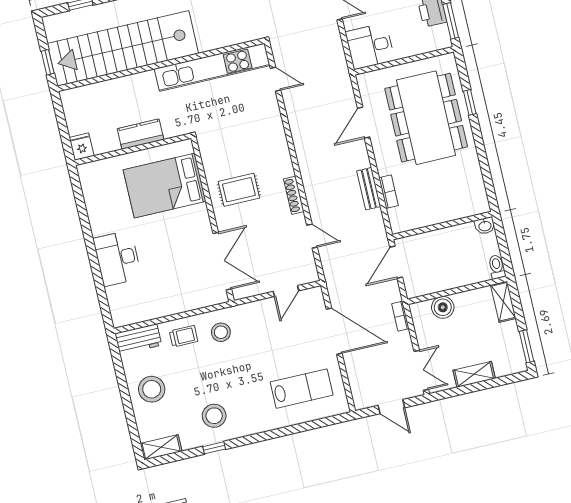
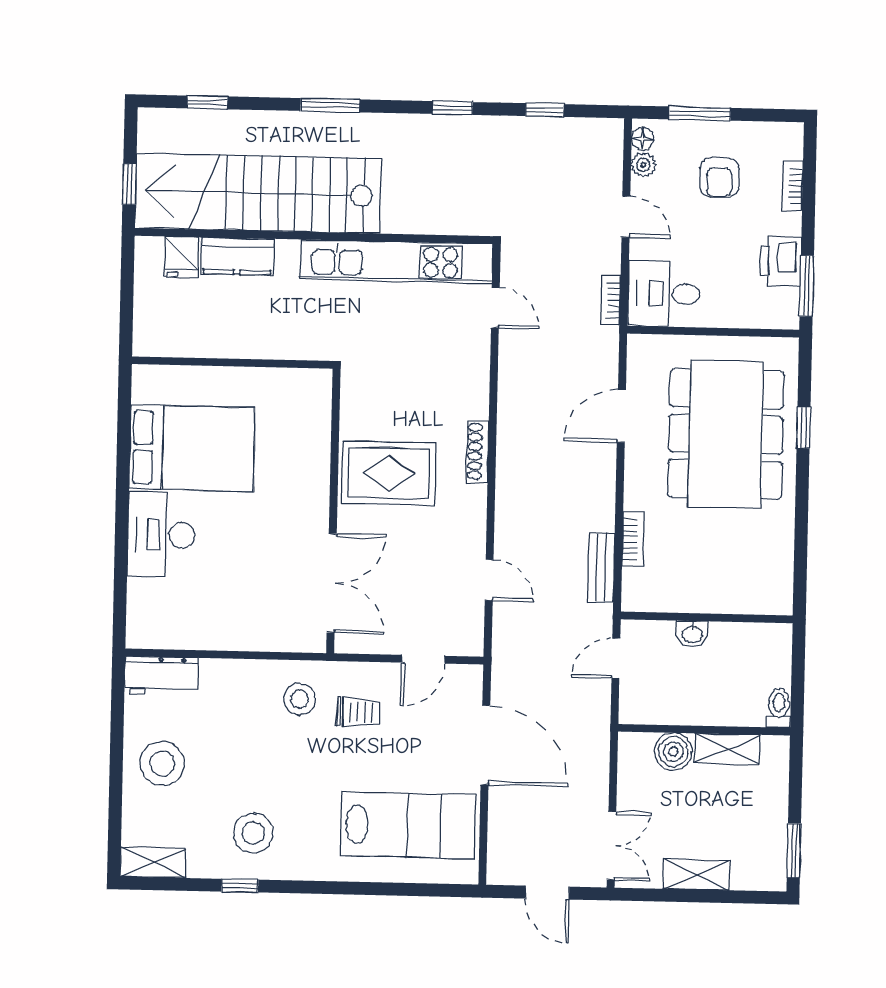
kitchen counter: (141, 134) -> (237, 256), moved, turned 180
fridge: (81, 147) -> (181, 257), moved, turned 180
bed: (165, 186) -> (192, 448), moved, turned 180
bench: (369, 189) -> (601, 567), moved
rug: (239, 190) -> (389, 473), width x1.36, depth x1.43
shoe rack: (294, 195) -> (478, 451), moved
washbasin: (485, 226) -> (692, 634), moved
door: (396, 262) -> (616, 658), width x0.73
shelving: (503, 302) -> (727, 749), moved, turned 90
bookcase: (400, 316) -> (610, 300), moved
trolley: (184, 336) -> (358, 712), moved
lab bench: (302, 389) -> (408, 825), width x1.36, depth x1.39

